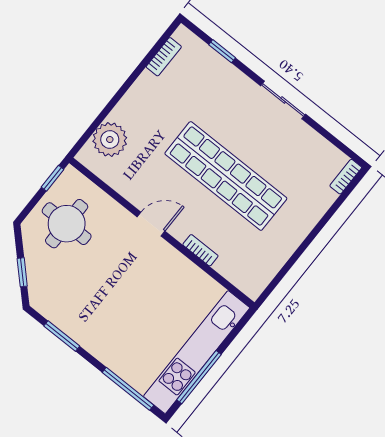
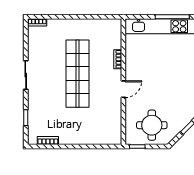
plant: (110, 139) -> (101, 135), removed
door: (151, 224) -> (123, 89), swing flipped

